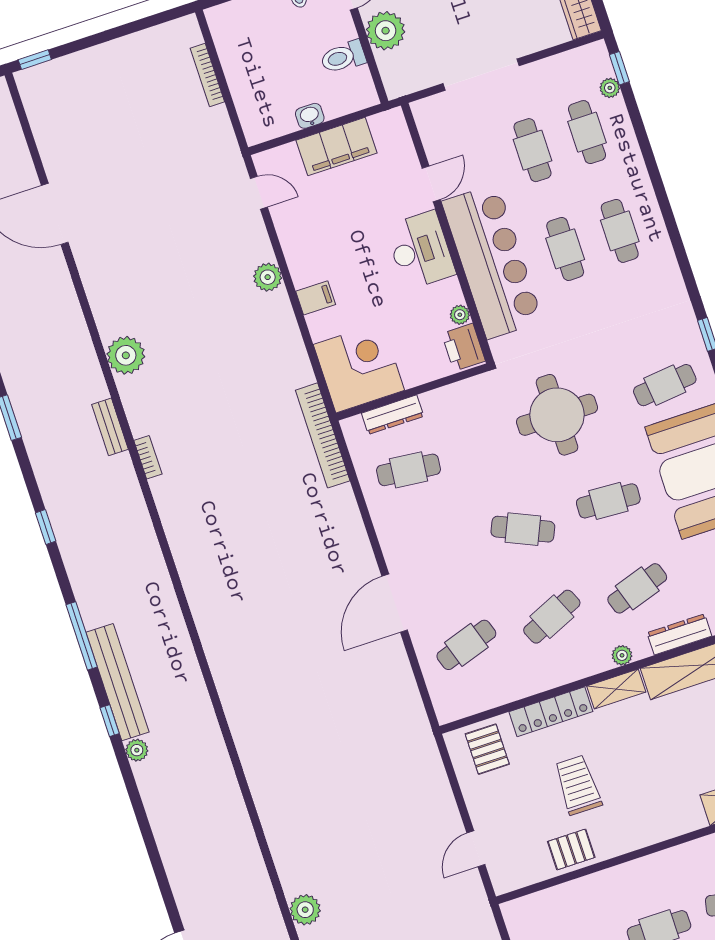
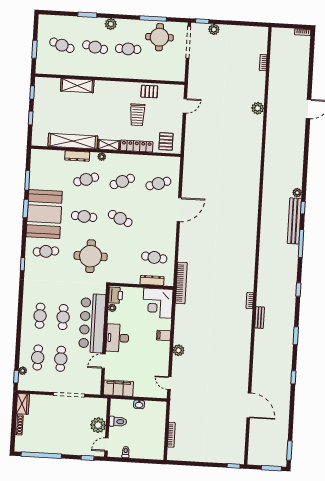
filing cabinet: (337, 147) -> (118, 388), moved
plant: (126, 355) -> (243, 342), removed

